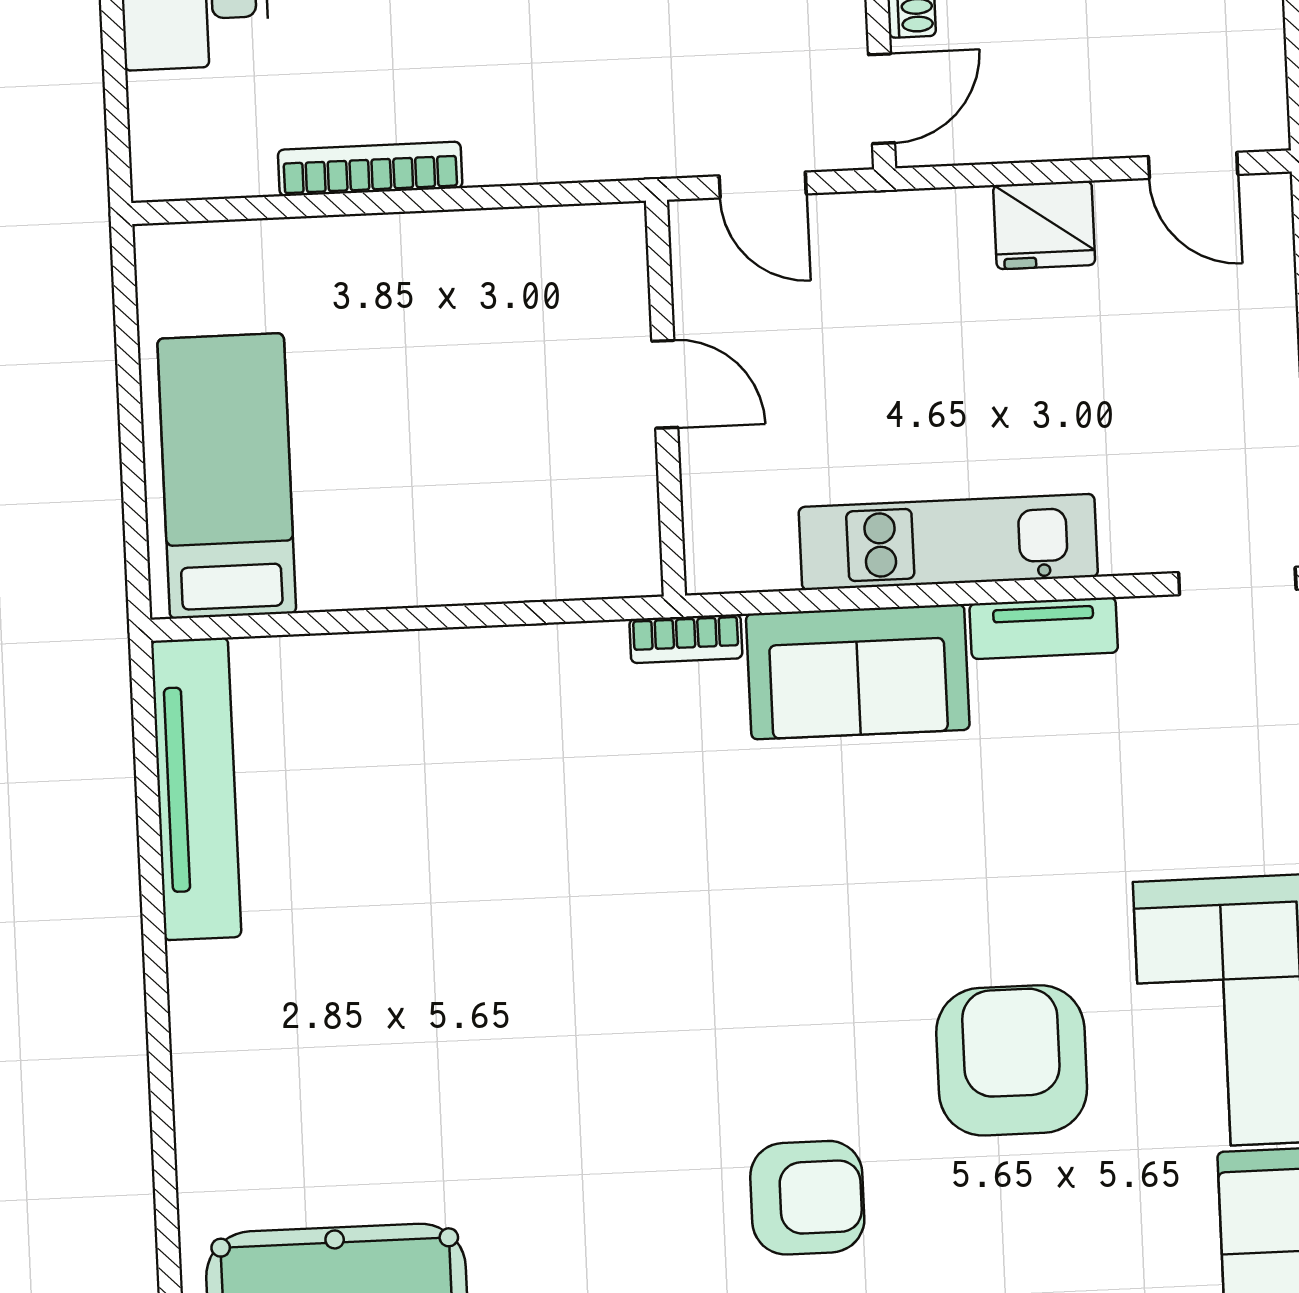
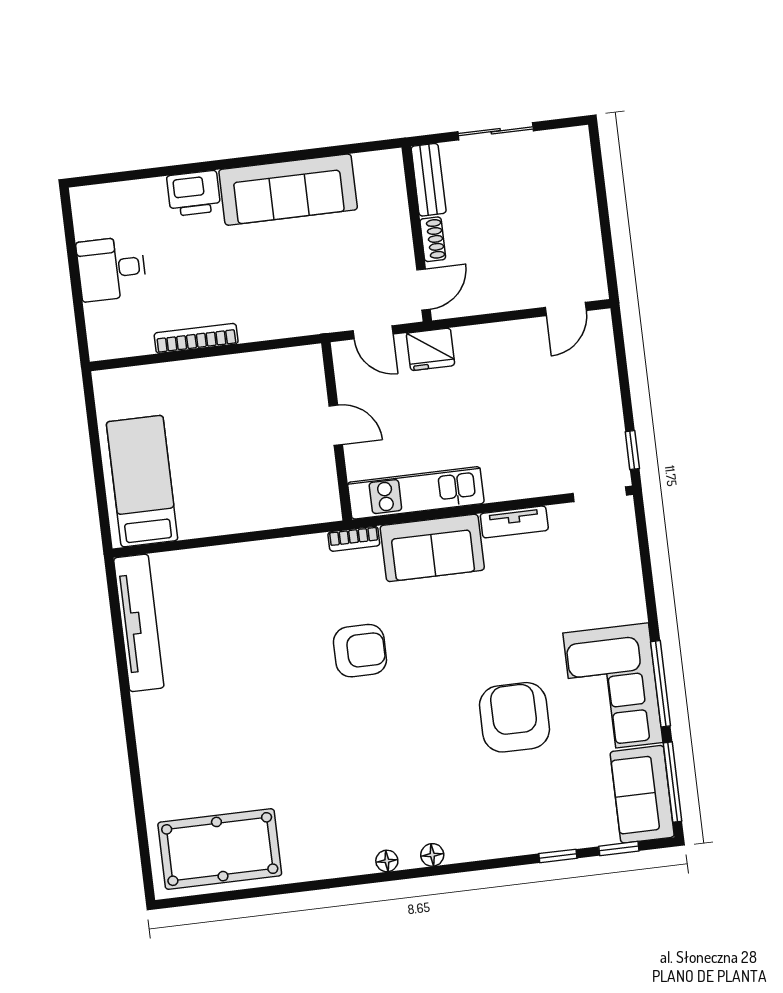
door: (1193, 165) -> (566, 309), hinge flipped
fridge: (1044, 225) -> (431, 349), moved
kitchen unit: (948, 542) -> (416, 493), moved
armchair: (807, 1198) -> (360, 651), moved

